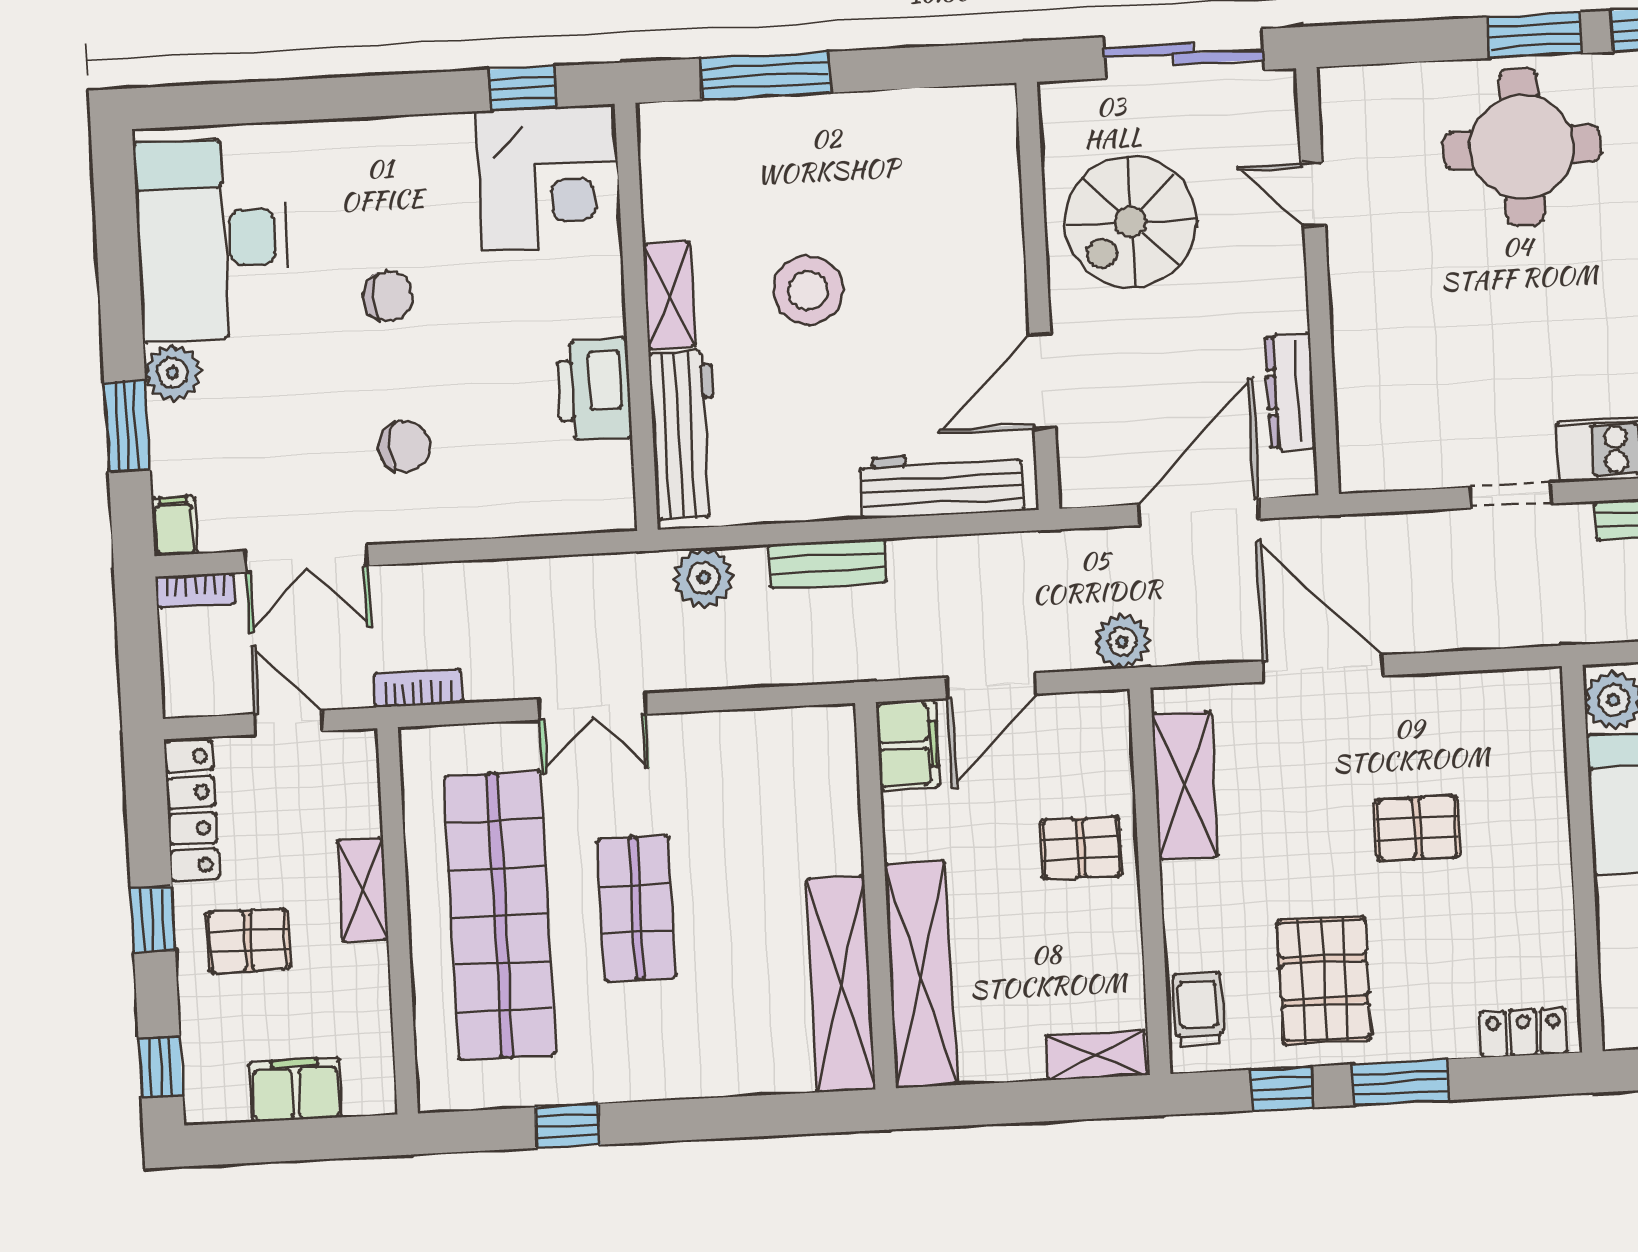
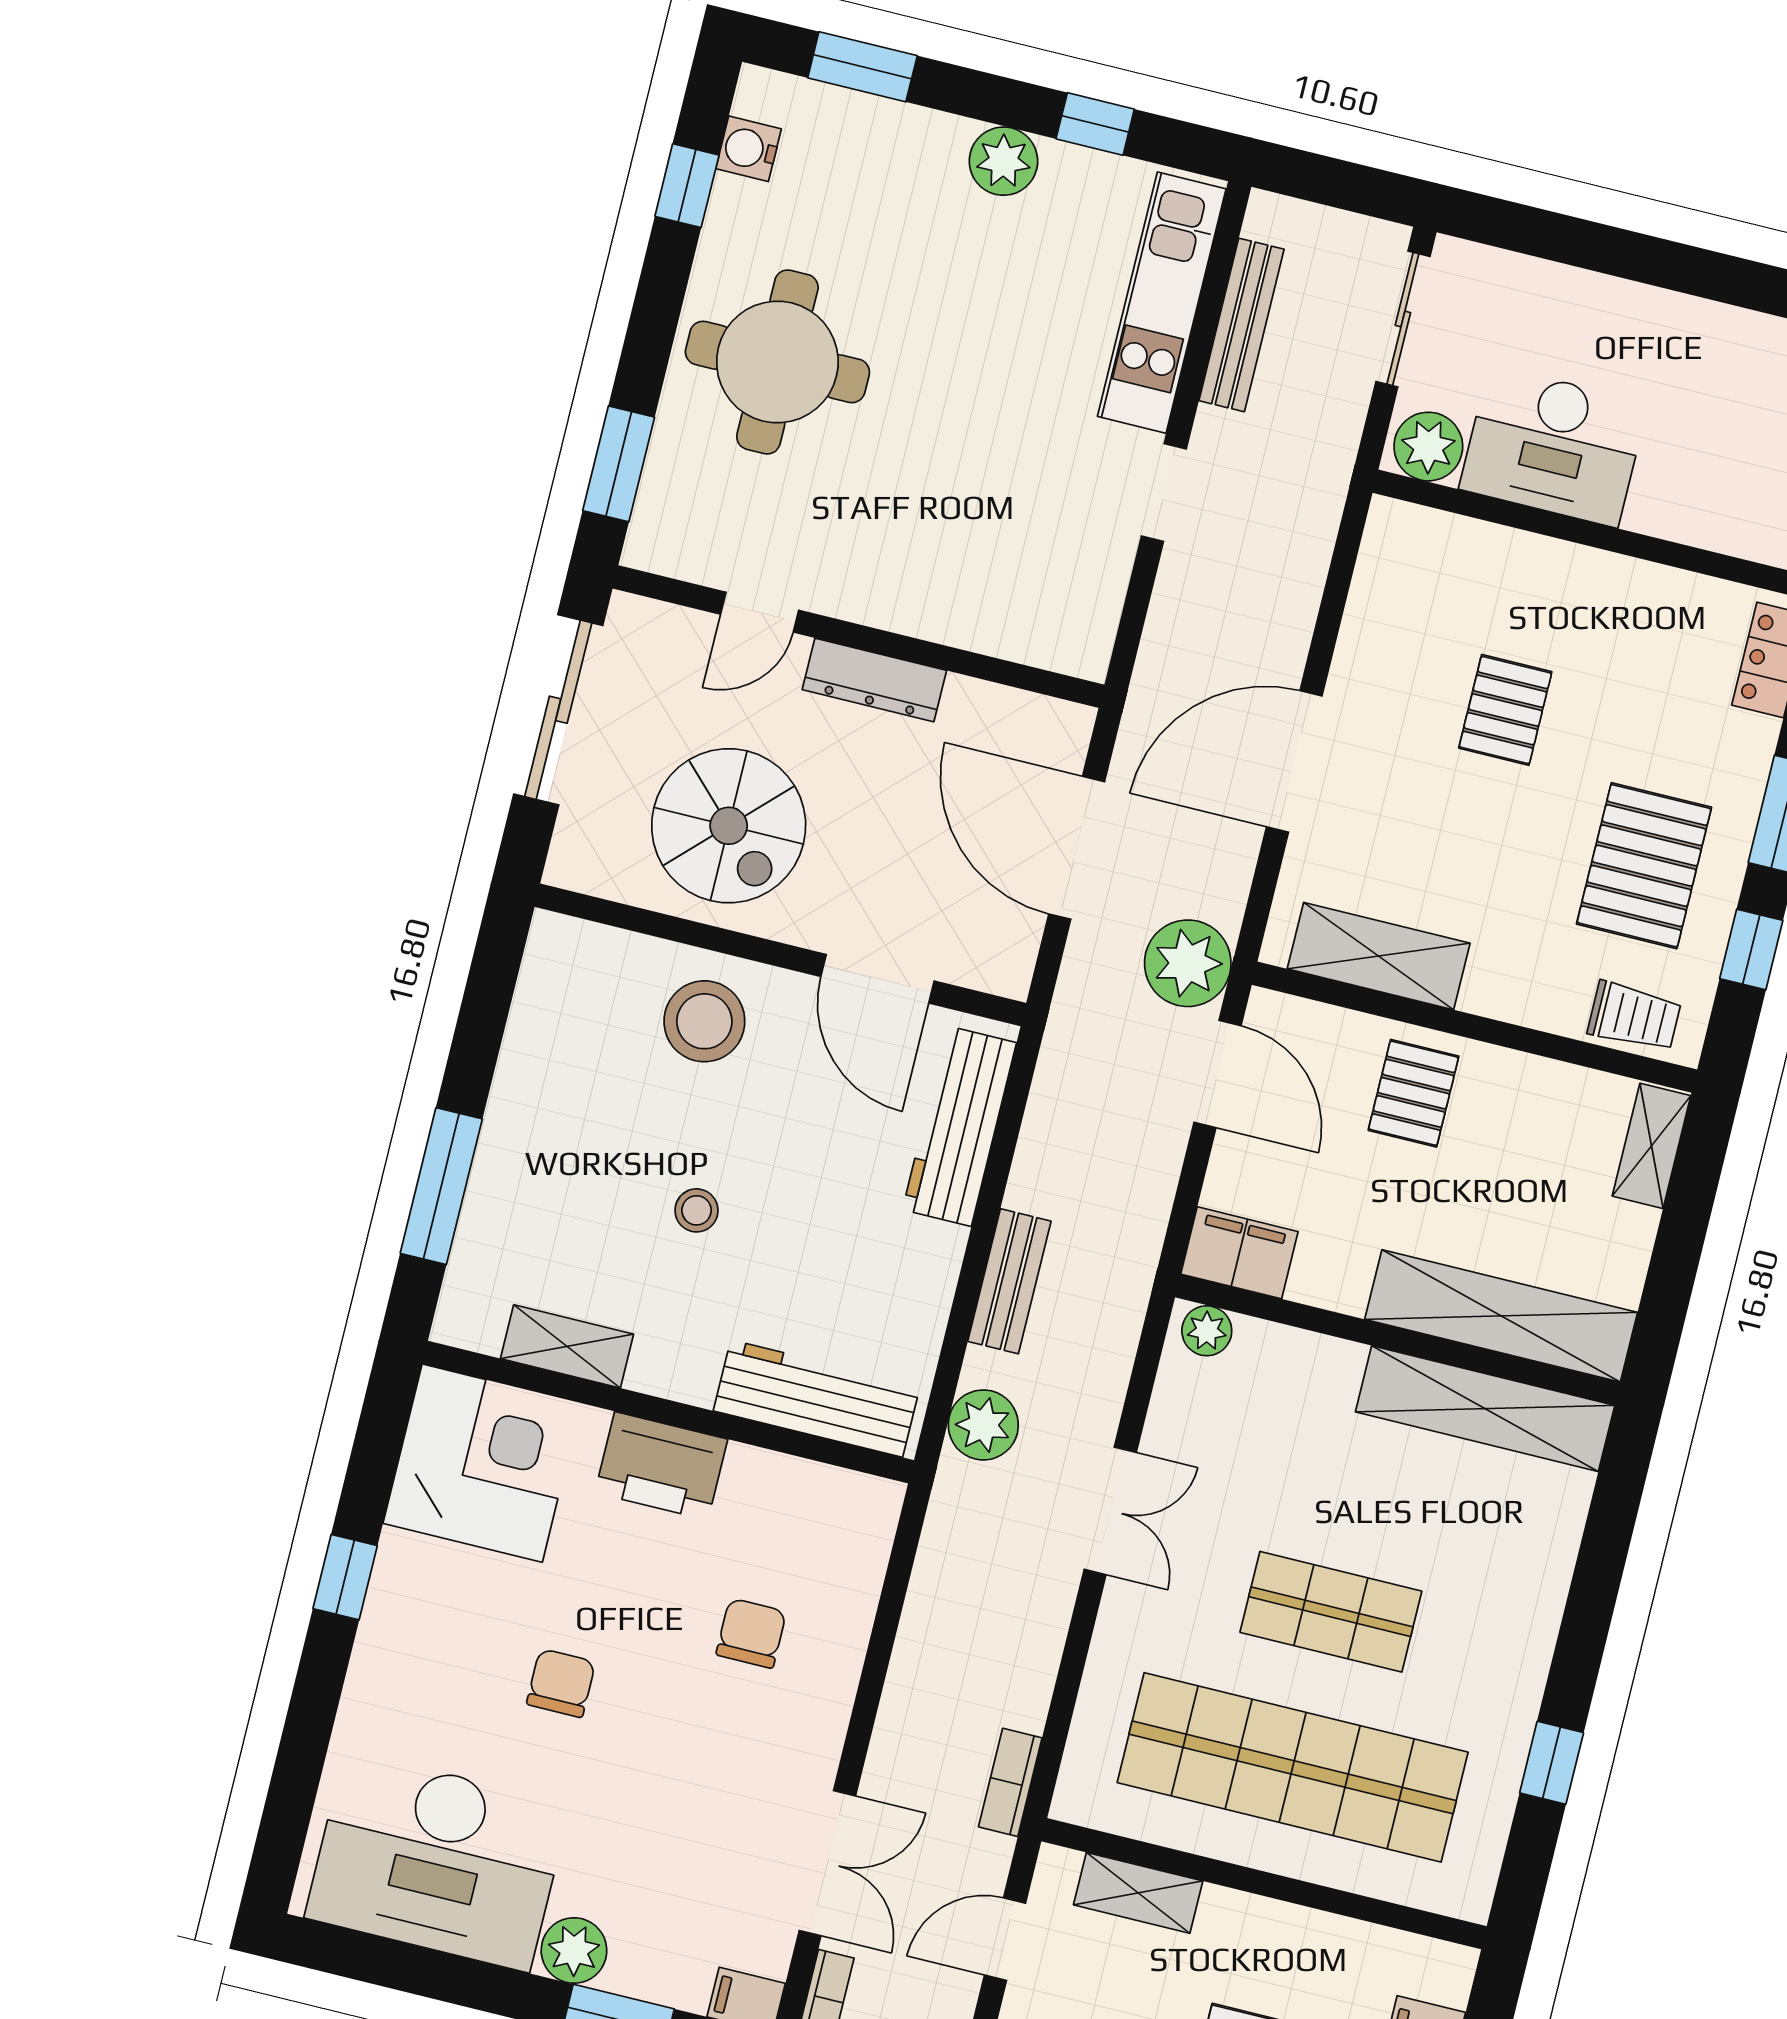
window: (1535, 35) -> (619, 464), moved
window: (523, 88) -> (345, 1577), moved
stool: (965, 250) -> (704, 1021), added
stool: (808, 290) -> (697, 1210), width x0.53, depth x0.53
shelving: (669, 295) -> (567, 1346), moved
printer: (594, 390) -> (661, 1466), moved
dresser: (1290, 392) -> (874, 680), moved
chair: (405, 447) -> (751, 1633), moved
plant: (1122, 641) -> (1188, 963), width x1.36, depth x1.36
door: (991, 686) -> (1217, 1074), moved
double door: (592, 707) -> (1110, 1511), moved
plant: (836, 737) -> (1207, 1331), added
shelving: (363, 890) -> (1138, 1893), moved
pallet: (1324, 980) -> (1644, 866), turned 90
trolley: (1198, 1009) -> (1634, 1016), turned 180

